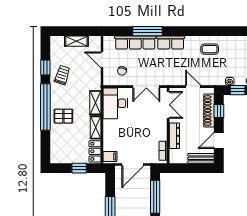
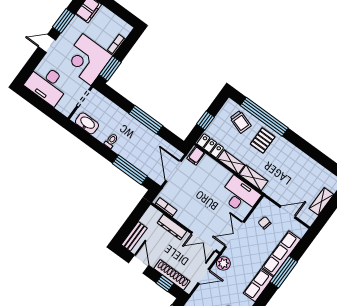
window: (45, 67) -> (318, 156), removed
trolley: (62, 75) -> (240, 122), moved
plant: (173, 79) -> (223, 263), added
window: (45, 107) -> (264, 117), moved

